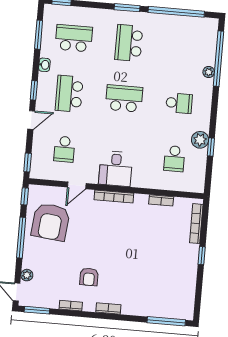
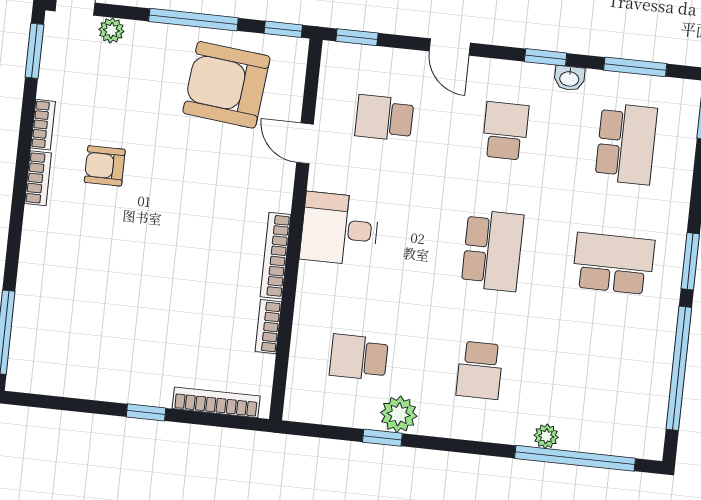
window: (34, 90) -> (546, 57), moved
school desk: (69, 94) -> (505, 131), width x0.54
bookcase: (114, 196) -> (276, 256), moved
bookcase: (108, 308) -> (38, 178), moved

